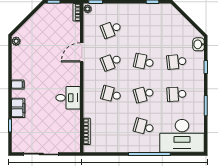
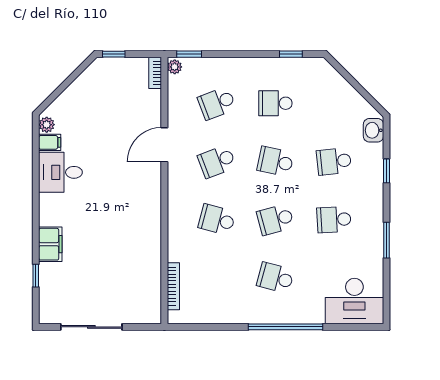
school desk: (144, 29) -> (275, 103), added
filing cabinet: (18, 85) -> (50, 142), moved
desk: (68, 98) -> (60, 172), moved, turned 180
desk: (182, 136) -> (354, 301), width x0.73, depth x0.77

